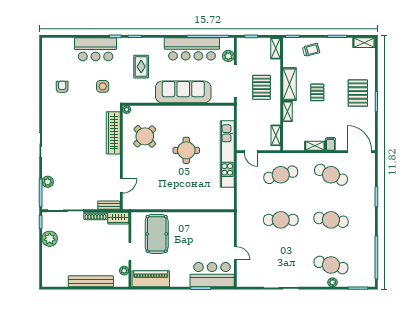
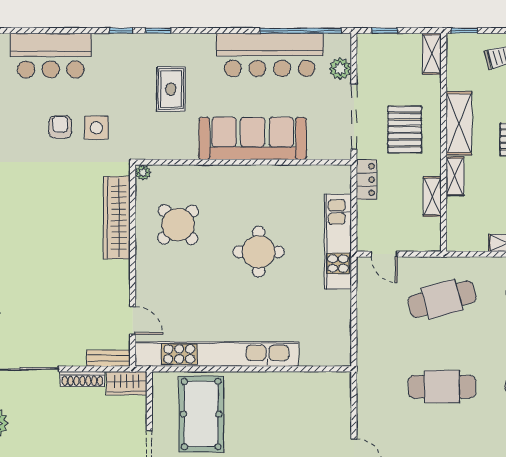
bar counter: (96, 49) -> (51, 56), moved
armchair: (62, 87) -> (60, 127), moved
locker: (242, 113) -> (367, 180), added
shelving: (276, 135) -> (432, 196), moved
kitchen unit: (227, 154) -> (338, 242), width x0.73
door: (121, 186) -> (133, 321), hinge flipped
kitchen unit: (165, 203) -> (217, 354), added

